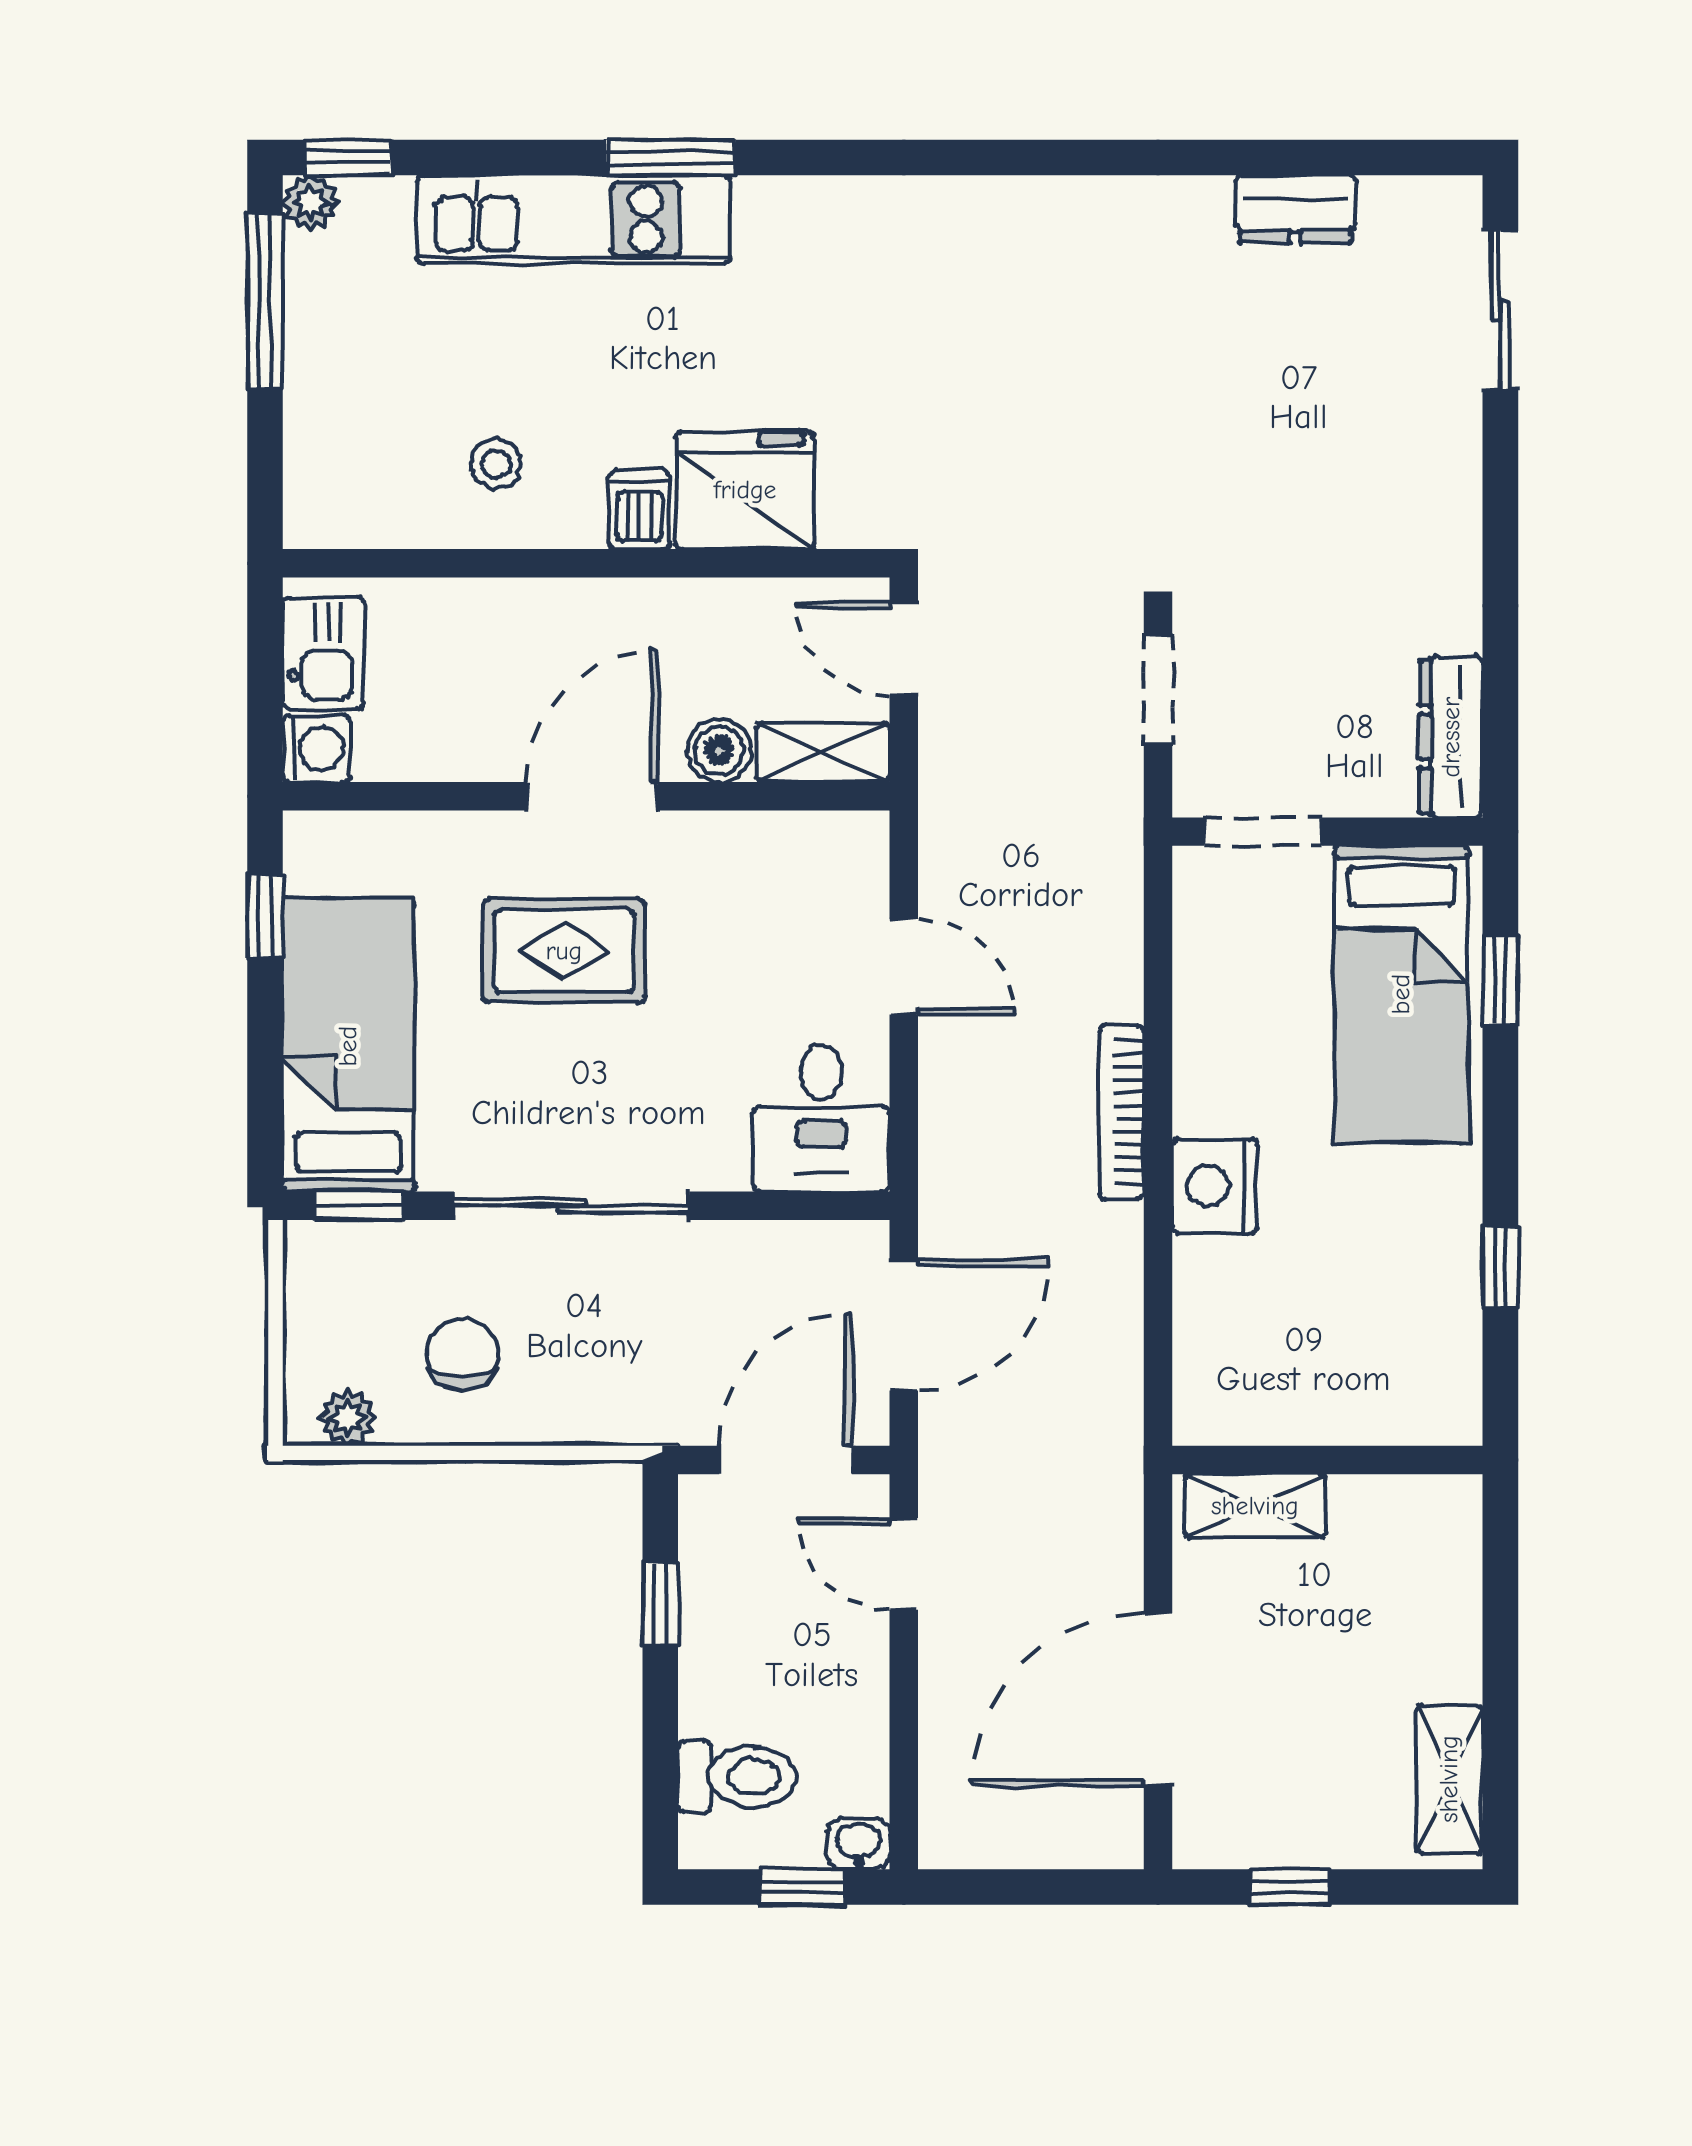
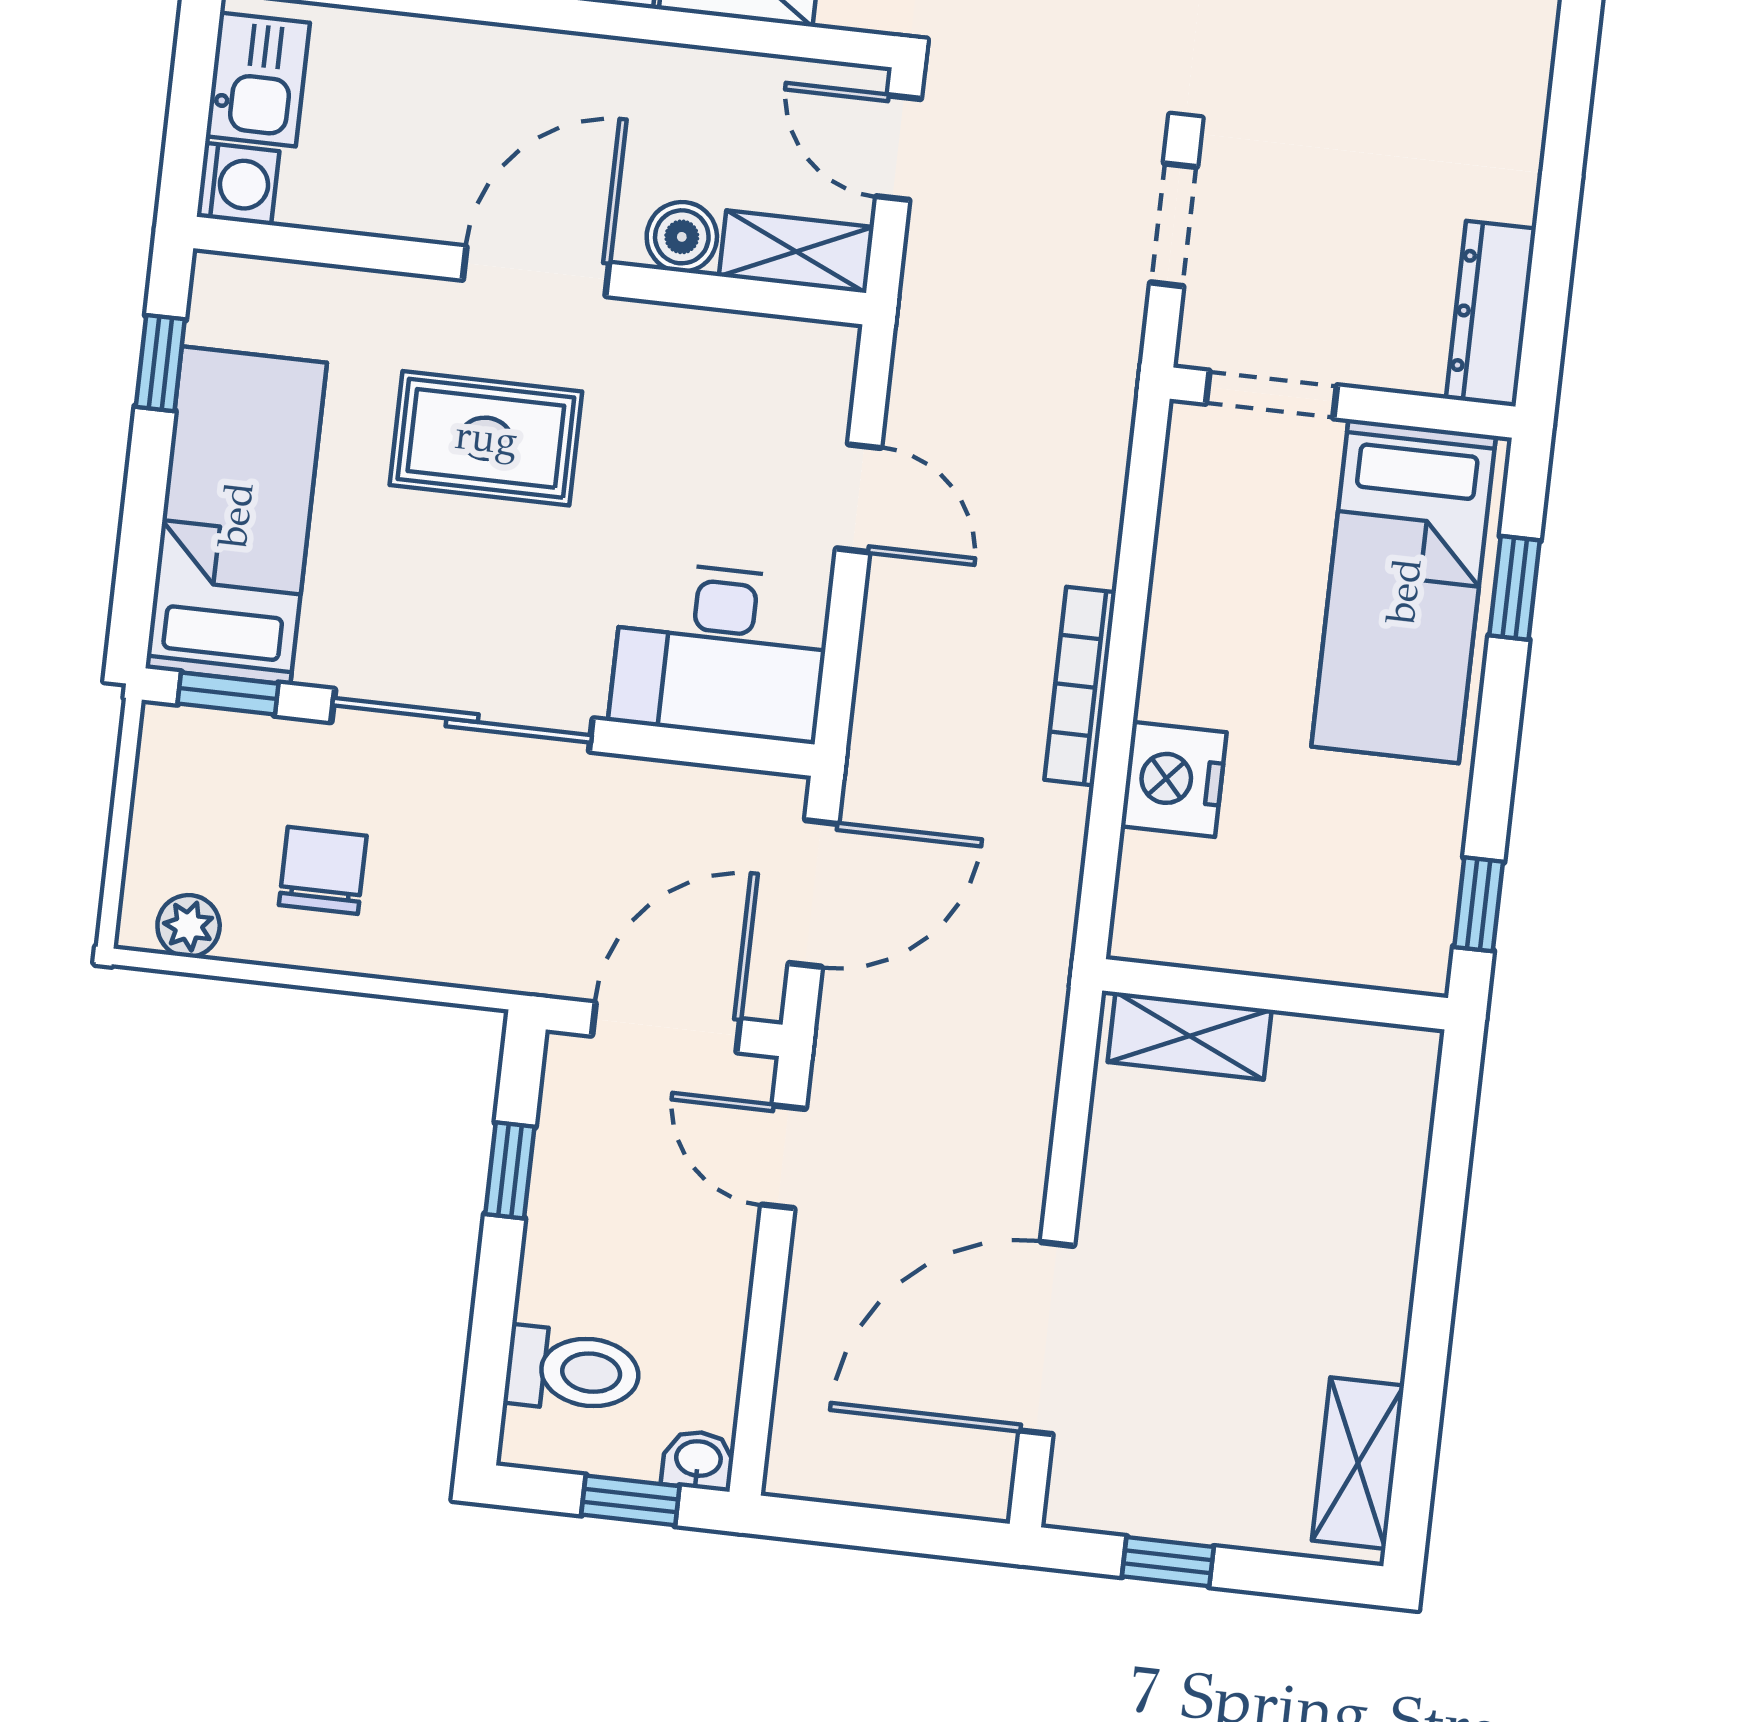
desk: (821, 1118) -> (721, 652), width x1.37
wall: (1327, 1460) -> (1275, 994), moved
shelving: (1255, 1506) -> (1190, 1036), moved

